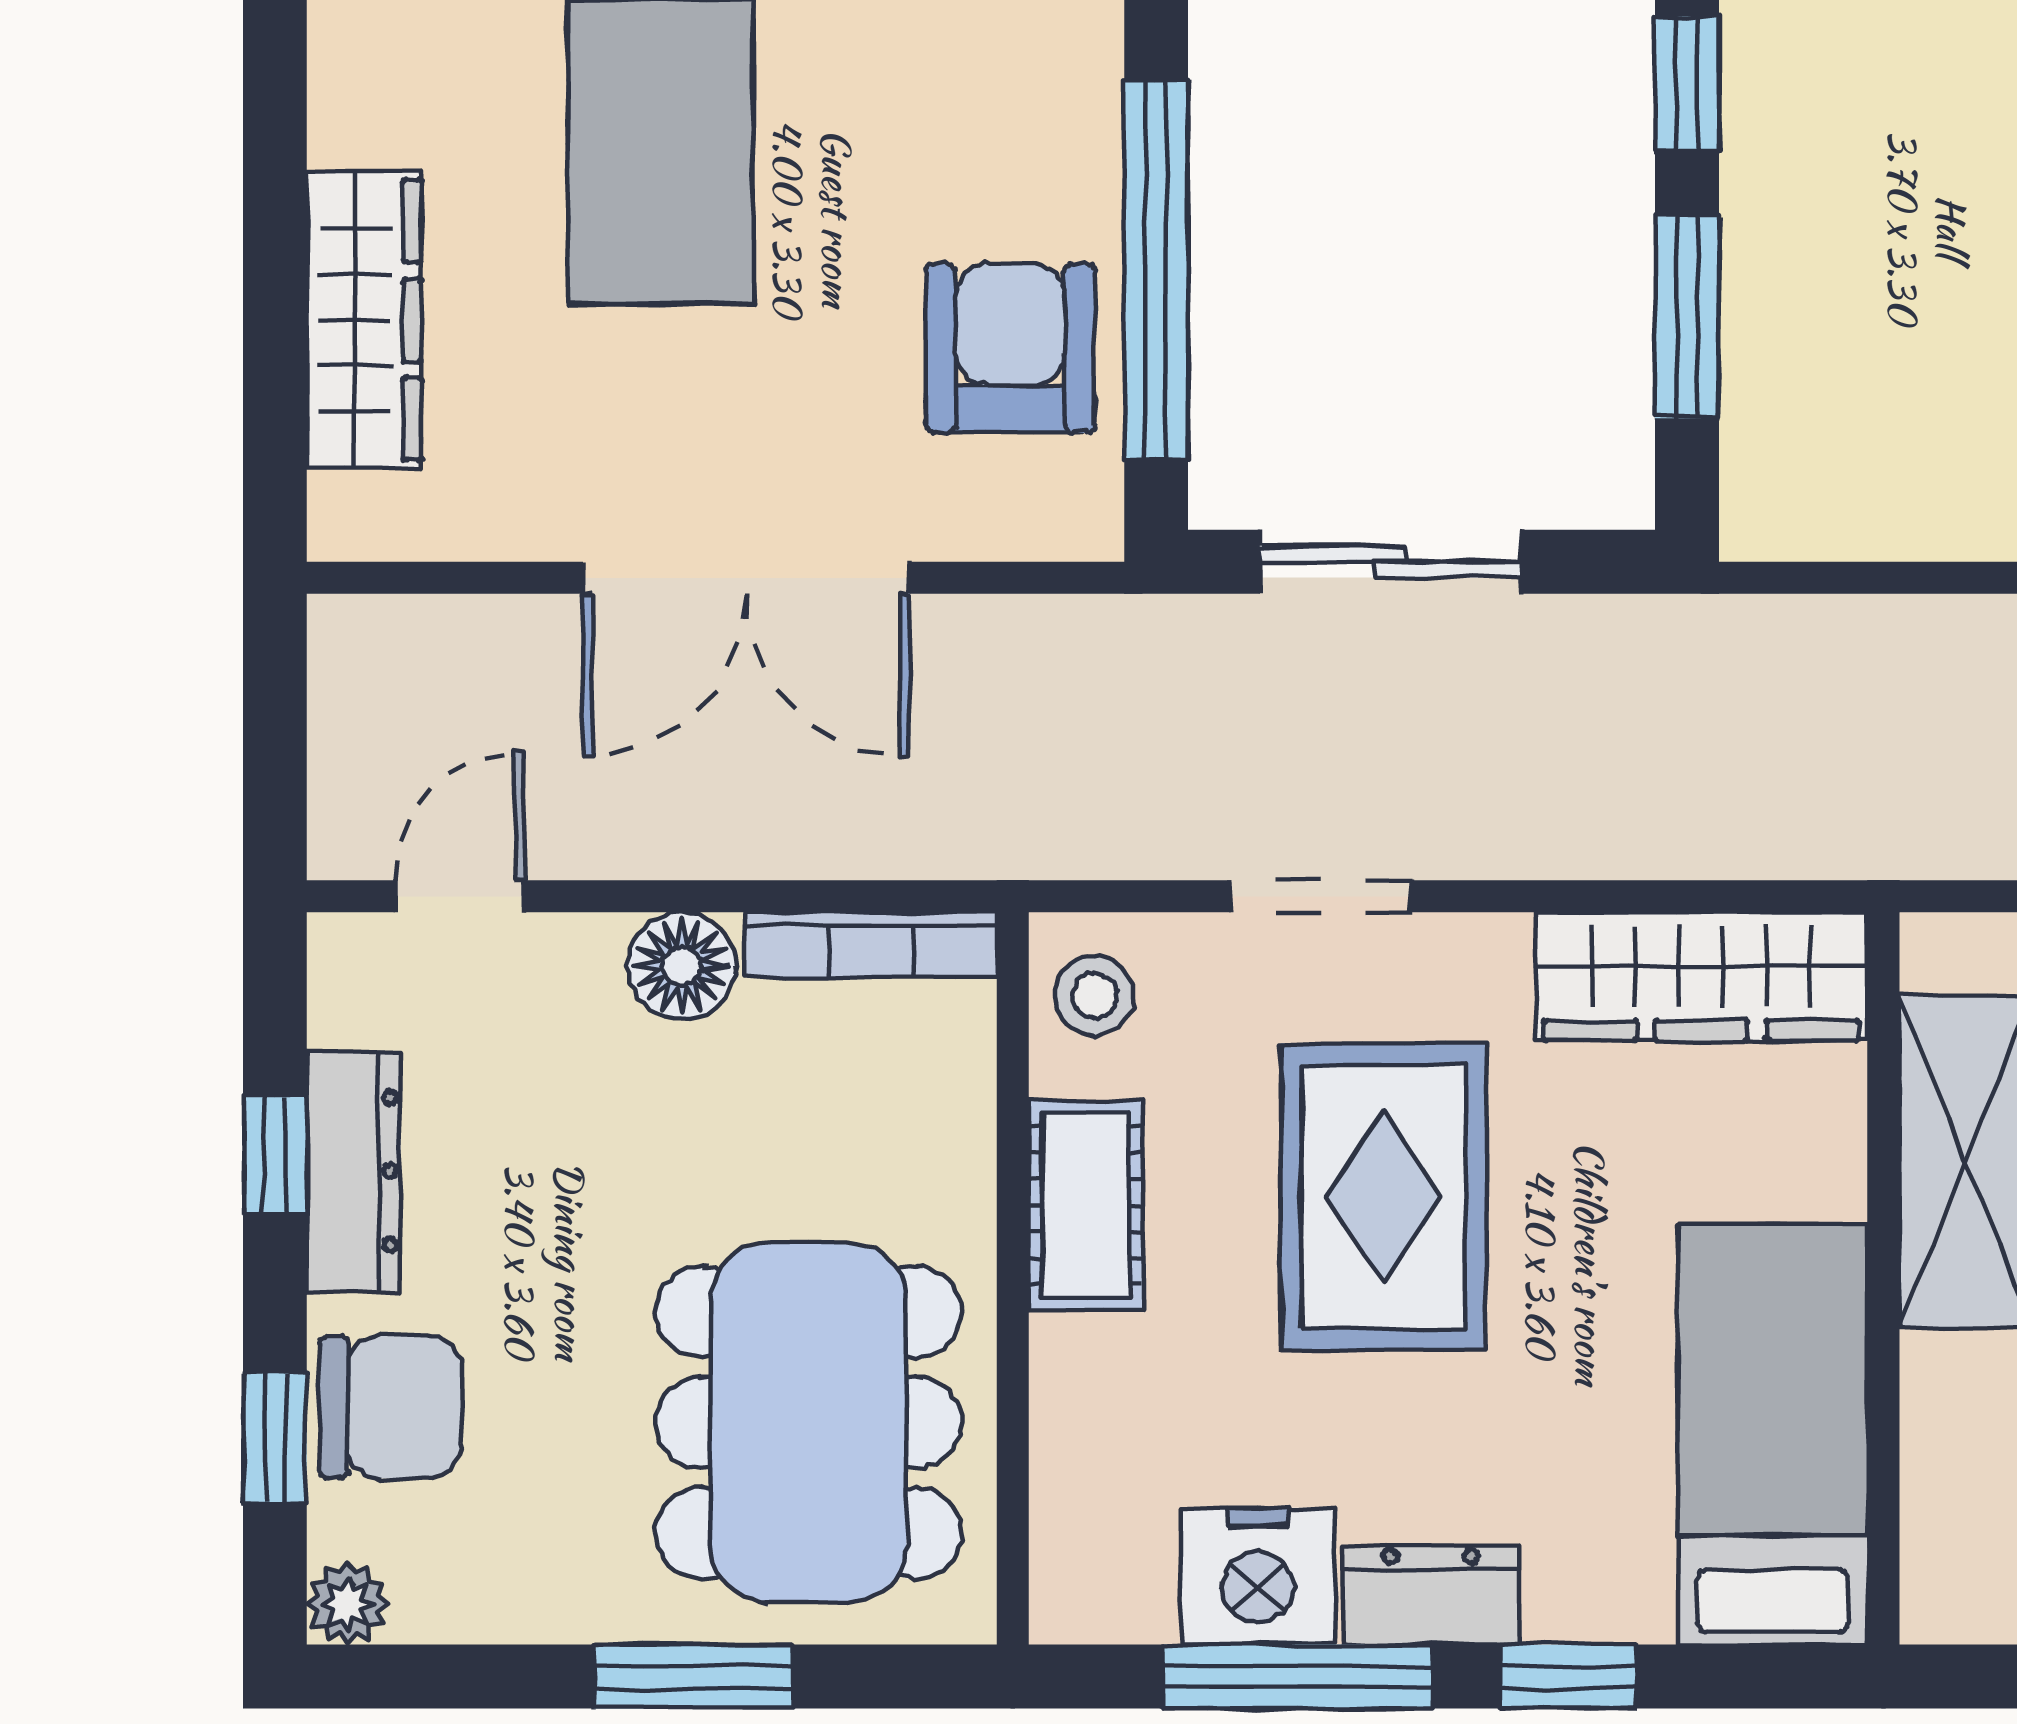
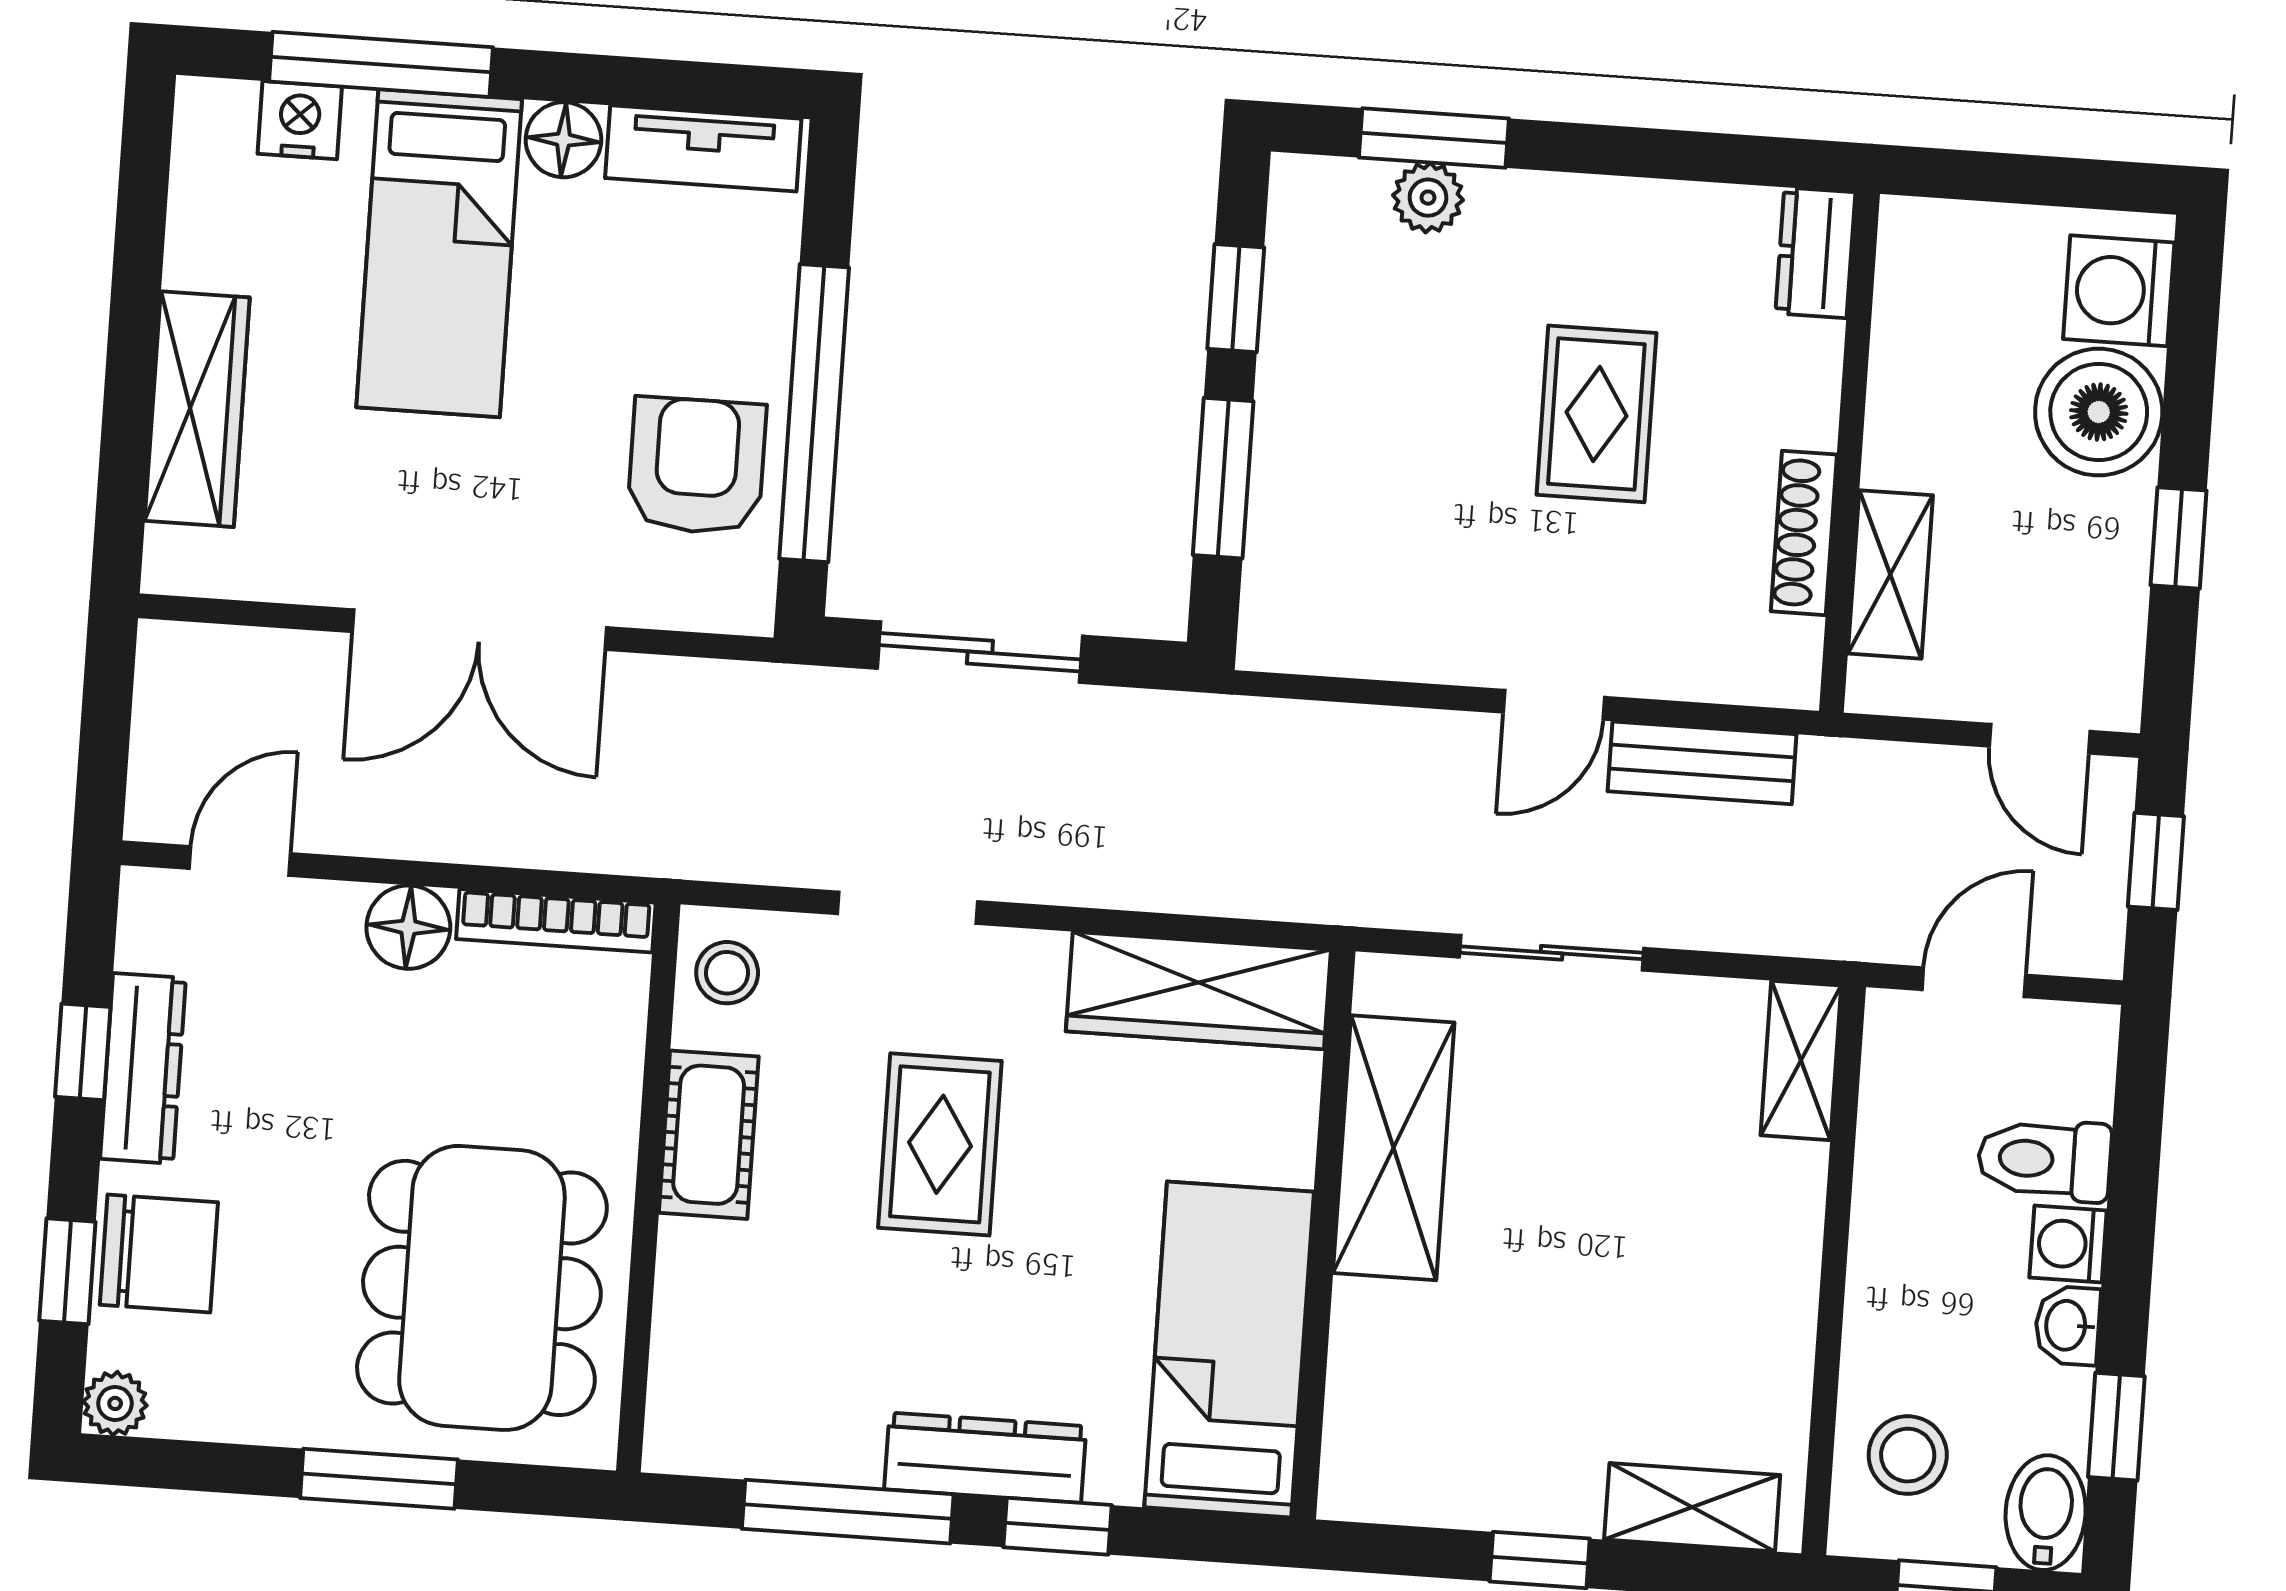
rug: (1383, 1197) -> (940, 1144), width x0.73, depth x0.70
nightstand: (1258, 1576) -> (822, 1432), removed
dresser: (1431, 1595) -> (985, 1458), width x1.44

